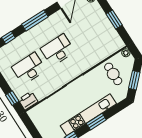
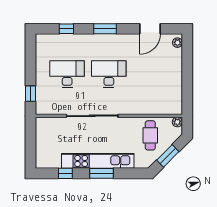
window: (114, 19) -> (187, 80), removed
window: (35, 21) -> (105, 29), width x0.69
printer: (28, 101) -> (45, 107), removed

